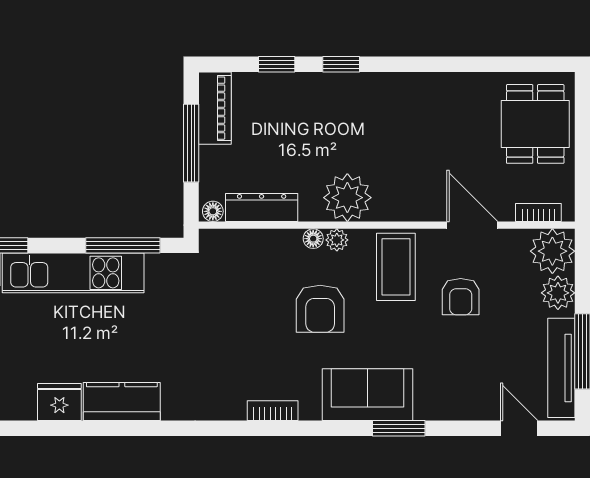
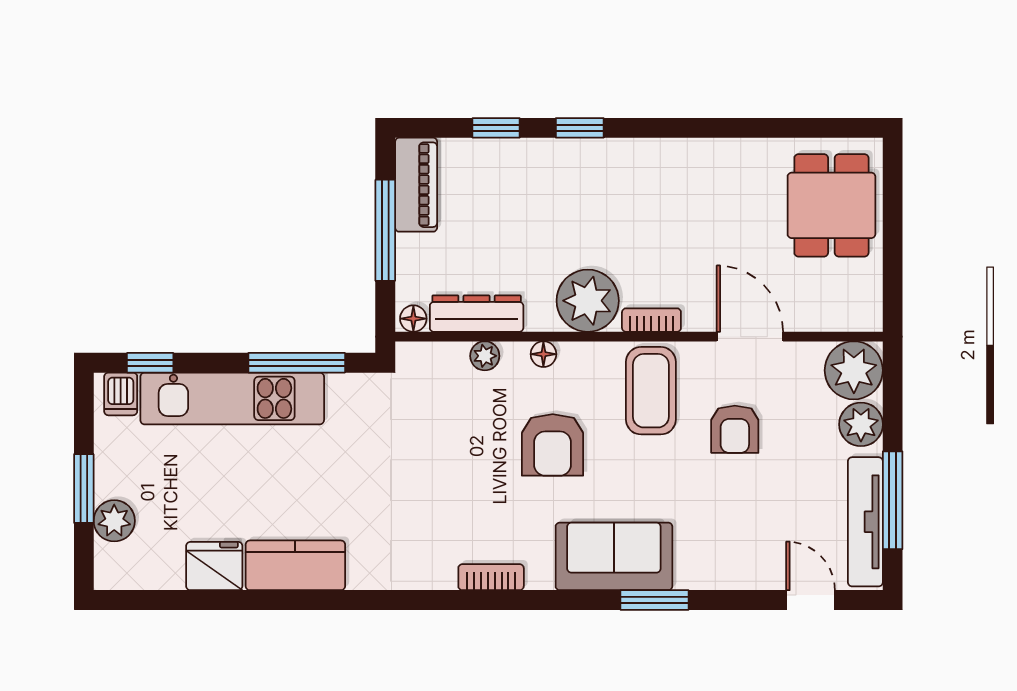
bookcase: (538, 212) -> (651, 320), moved
plant: (337, 240) -> (485, 356), moved

